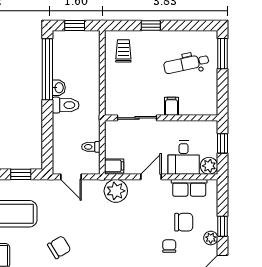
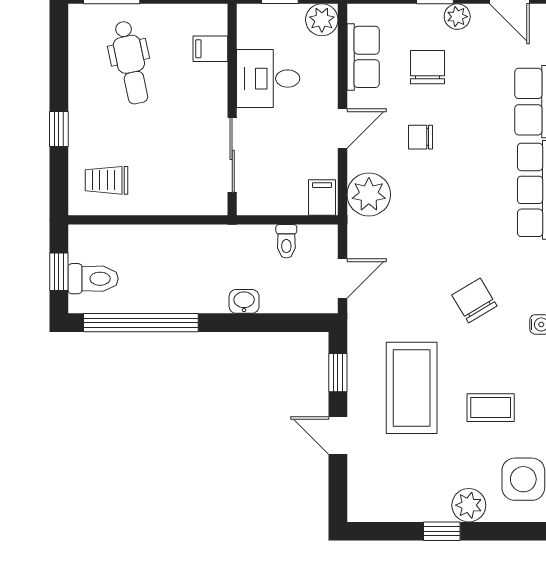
washbasin: (59, 88) -> (244, 301), moved
toilet: (66, 105) -> (93, 279), moved, turned 90
filing cabinet: (171, 106) -> (210, 49), moved
desk: (184, 158) -> (268, 79), moved, turned 180
door: (151, 177) -> (343, 128), swing flipped
chair: (169, 246) -> (420, 137), moved

